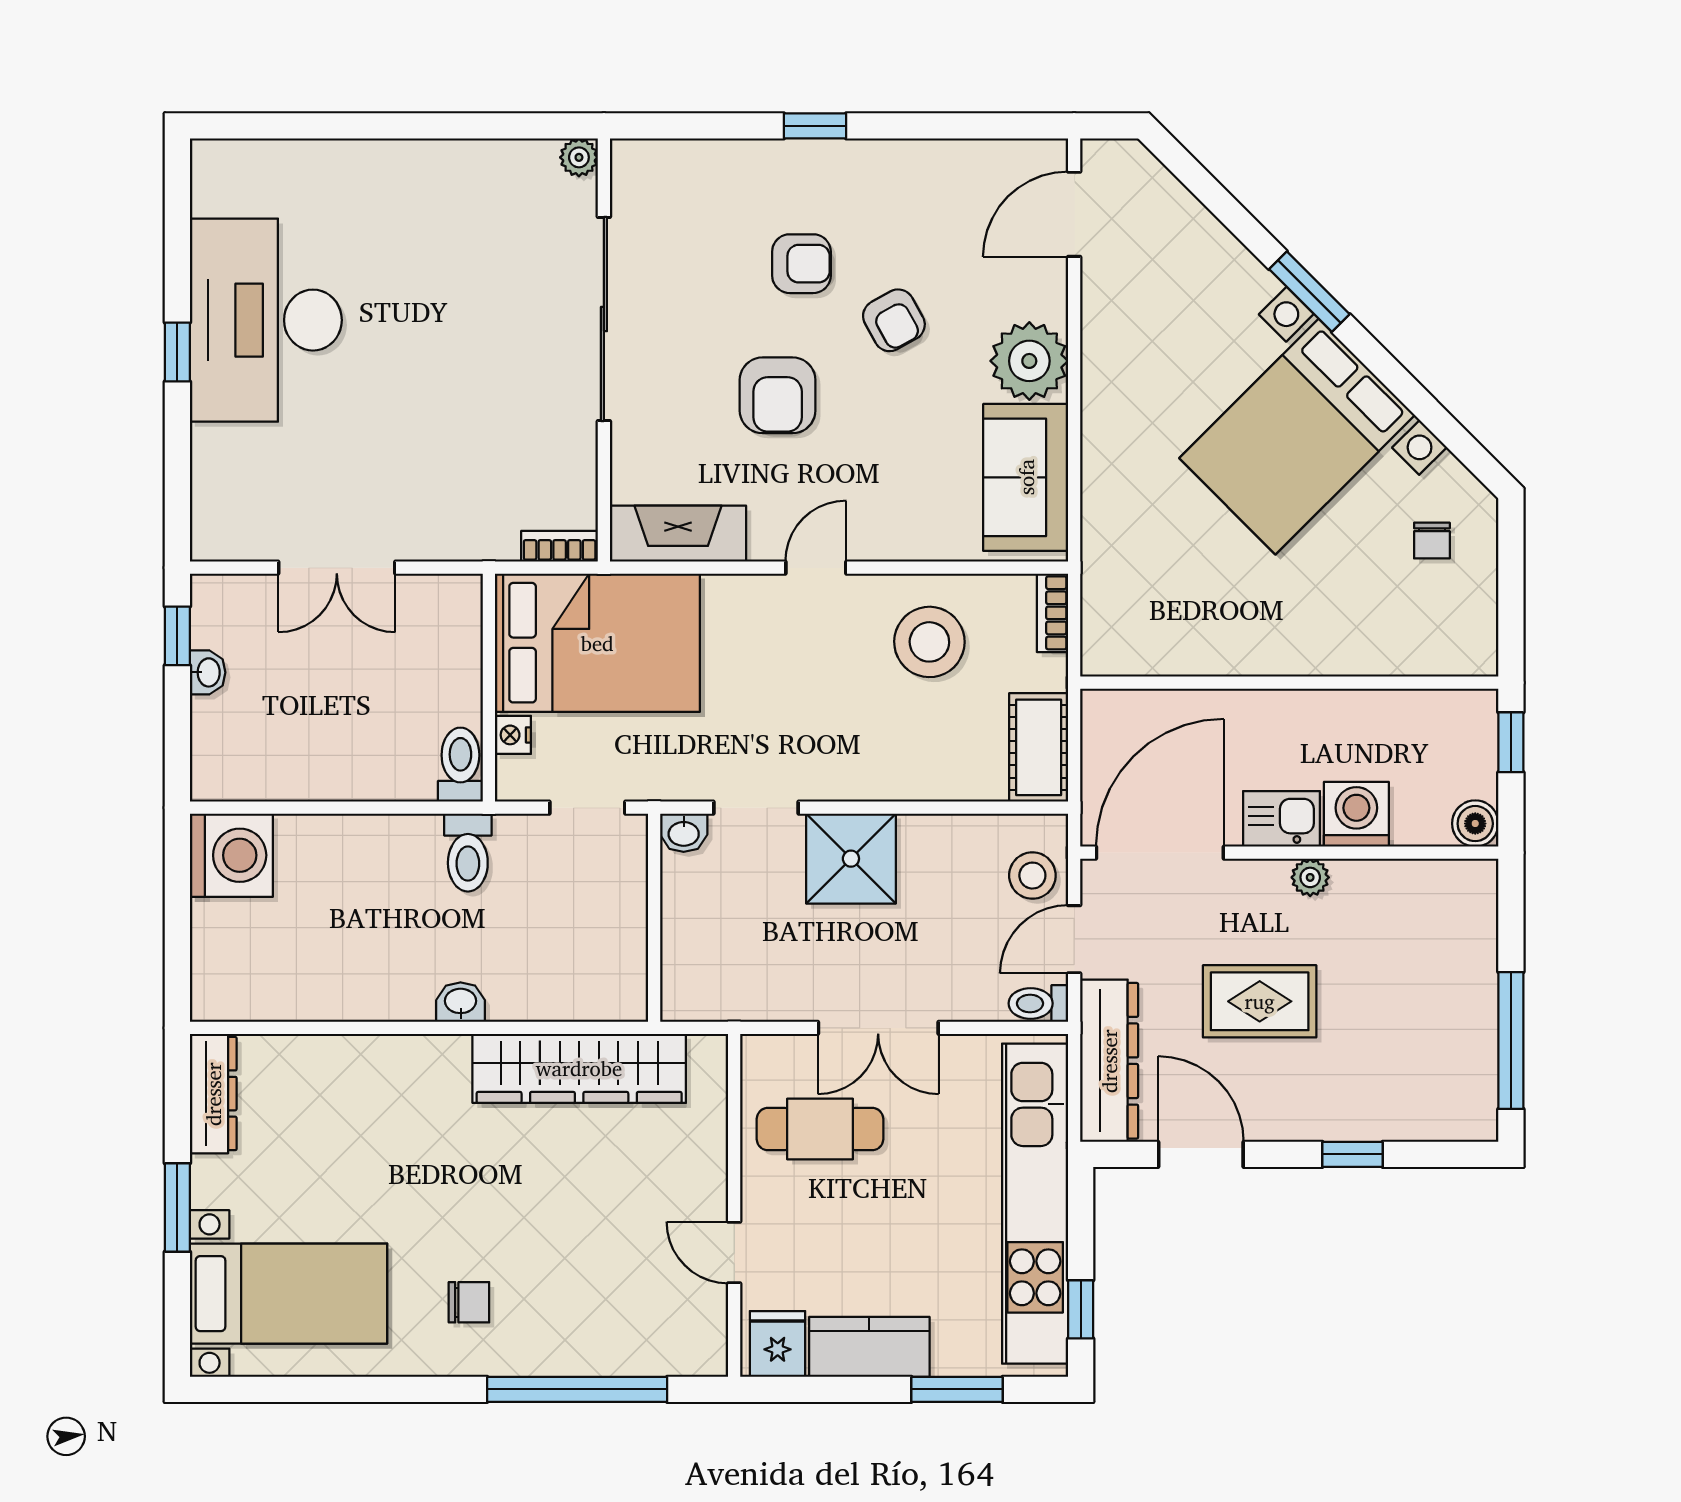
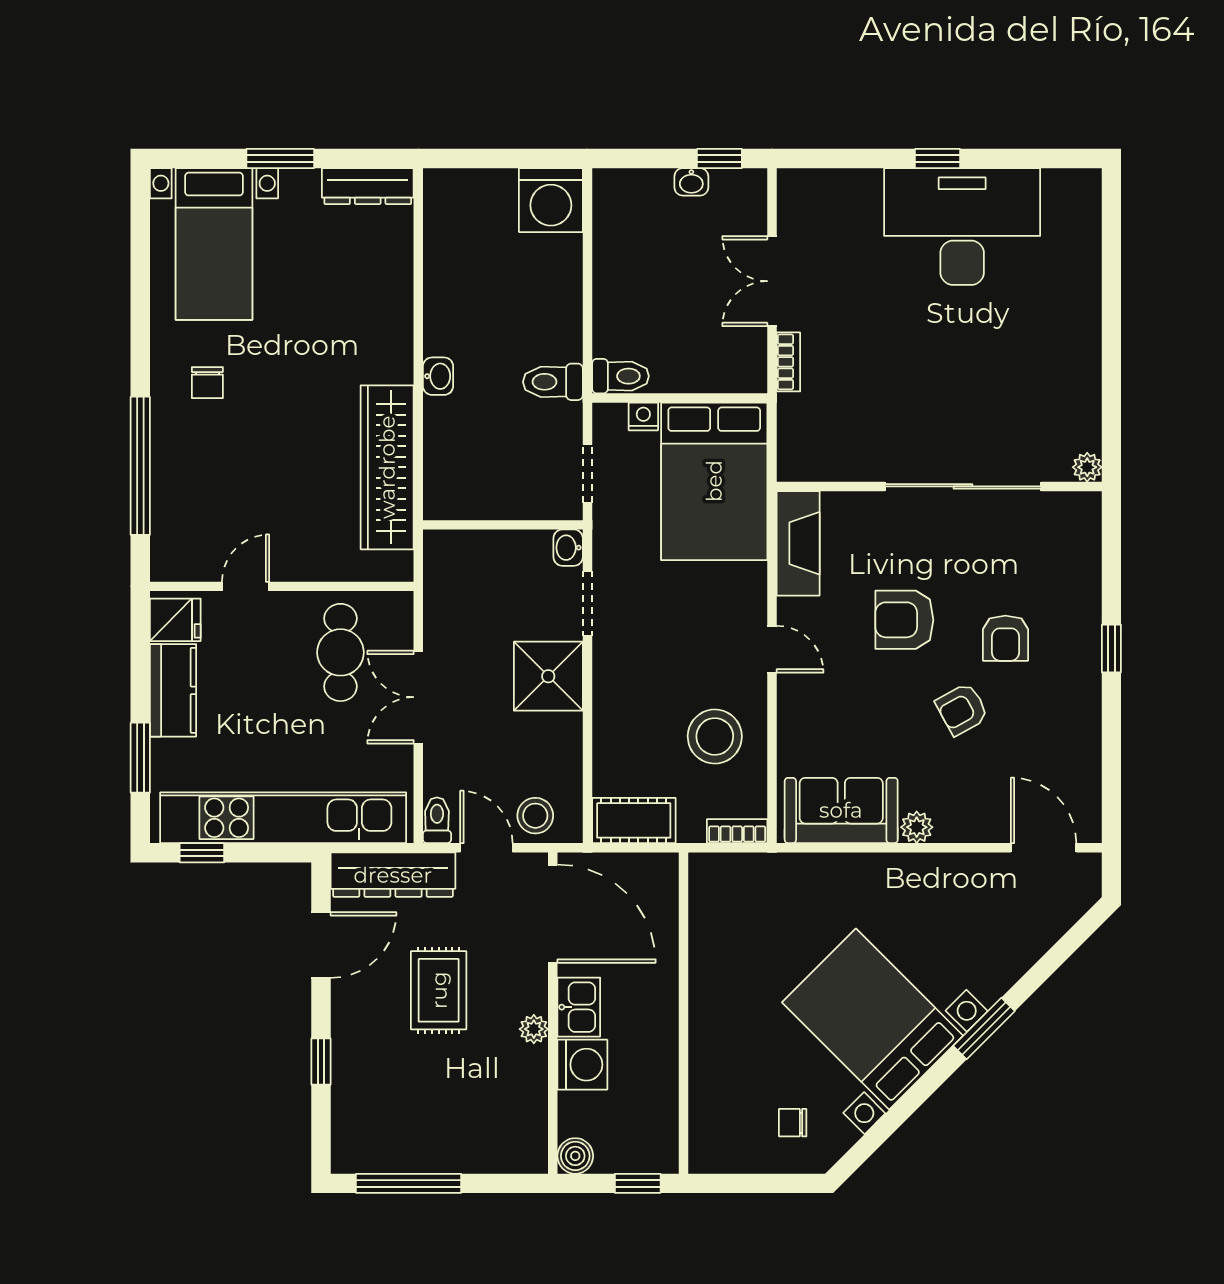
plant: (1029, 361) -> (917, 827), width x0.53, depth x0.53
bookcase: (560, 546) -> (788, 362), moved

